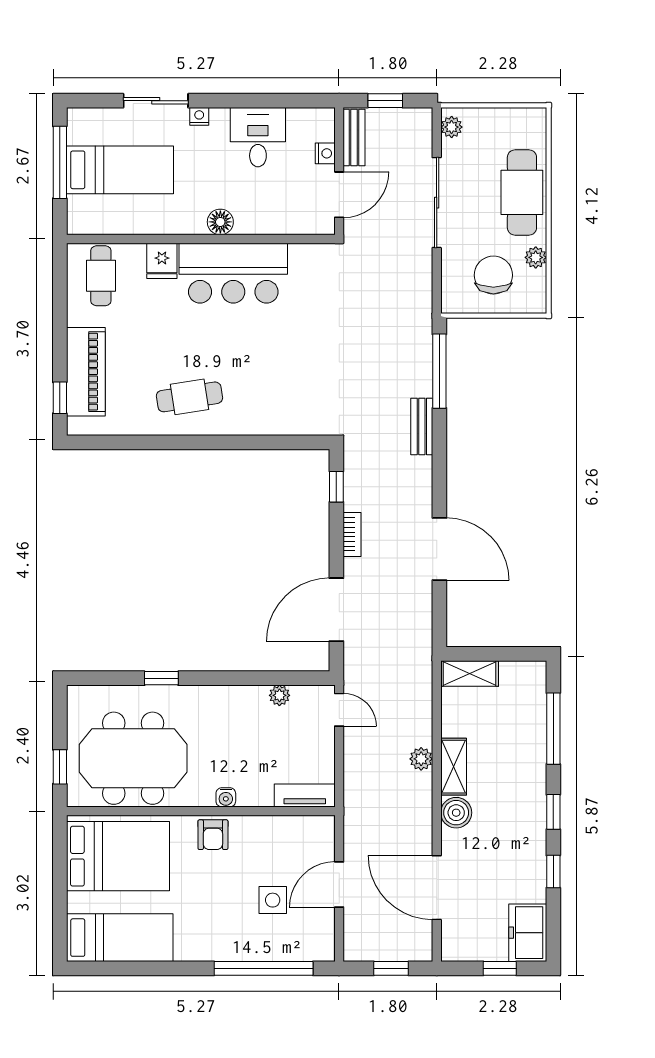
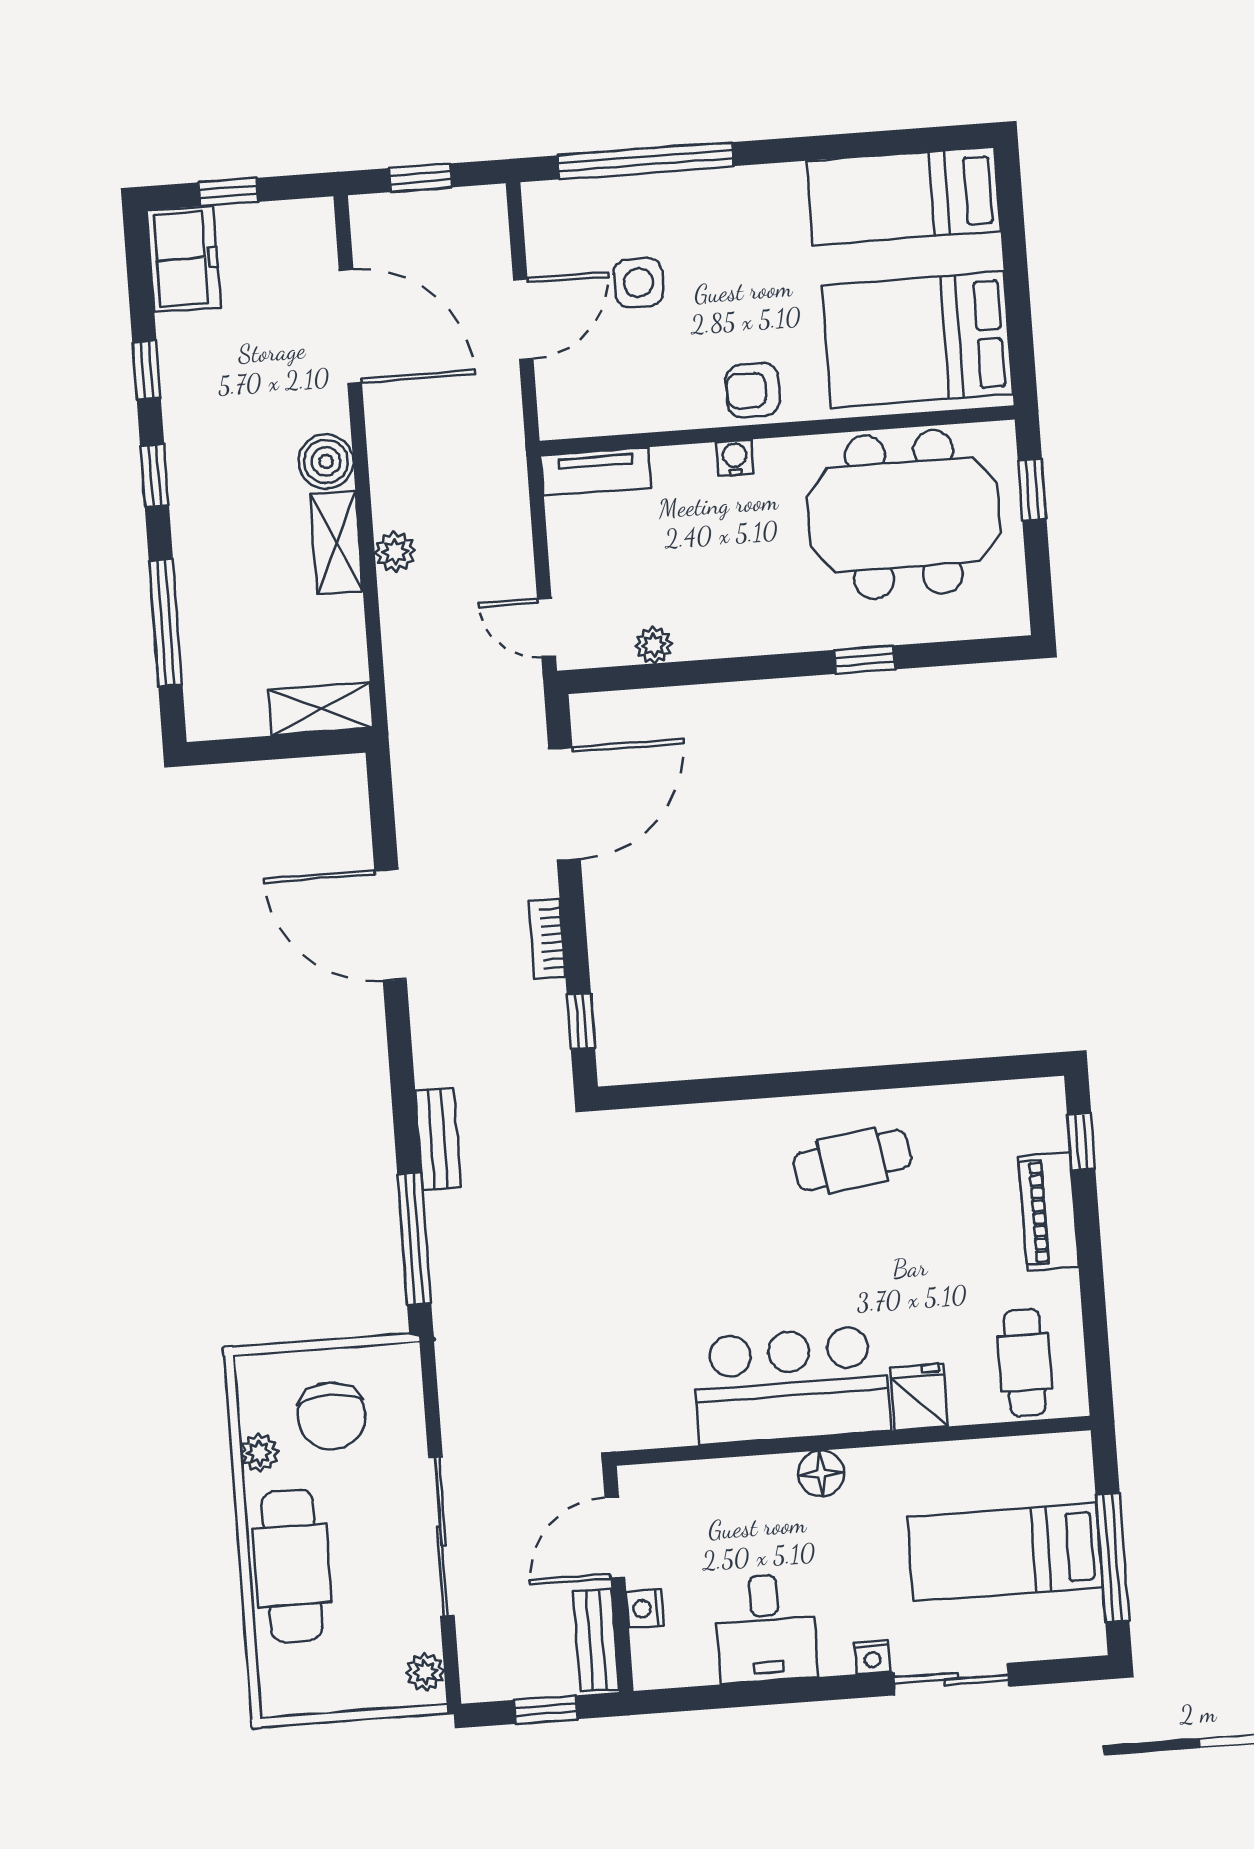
piano: (86, 372) -> (1049, 1211), width x0.73, depth x0.75
armchair: (213, 835) -> (753, 390), turned -90

